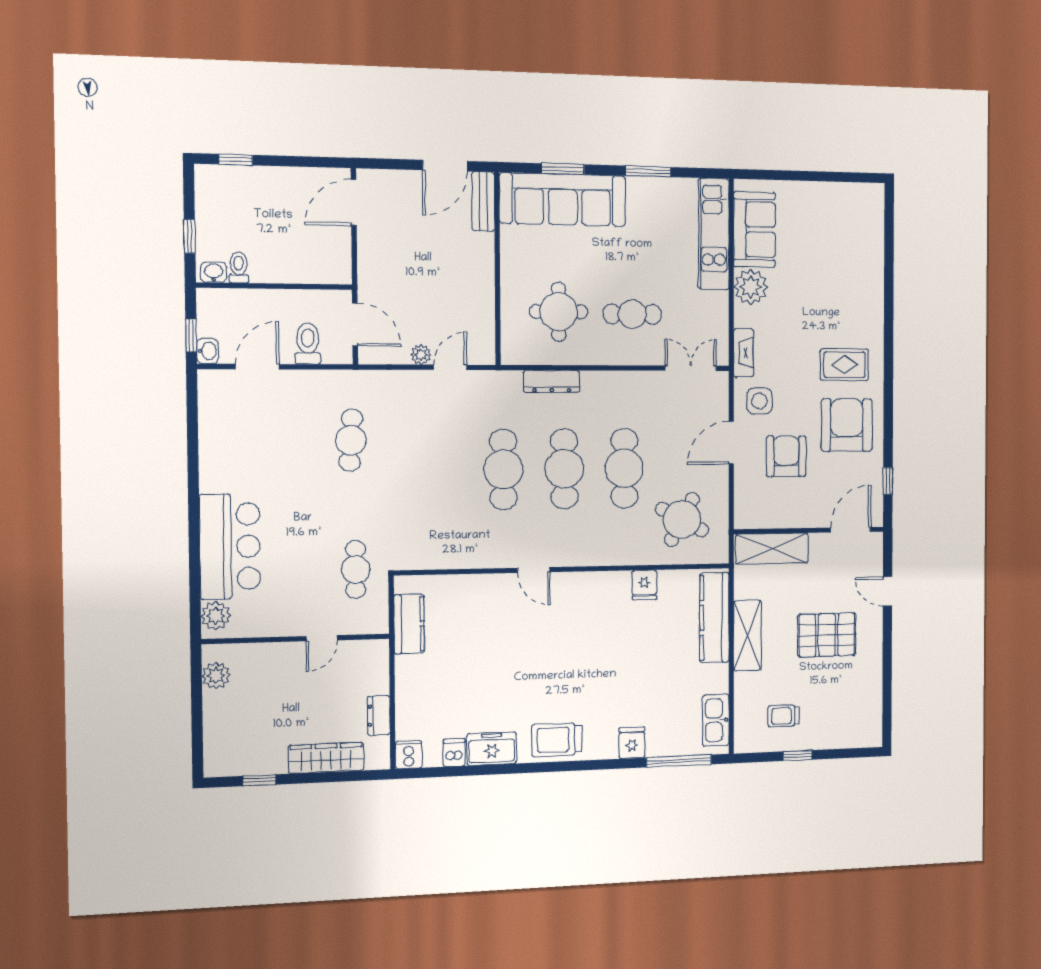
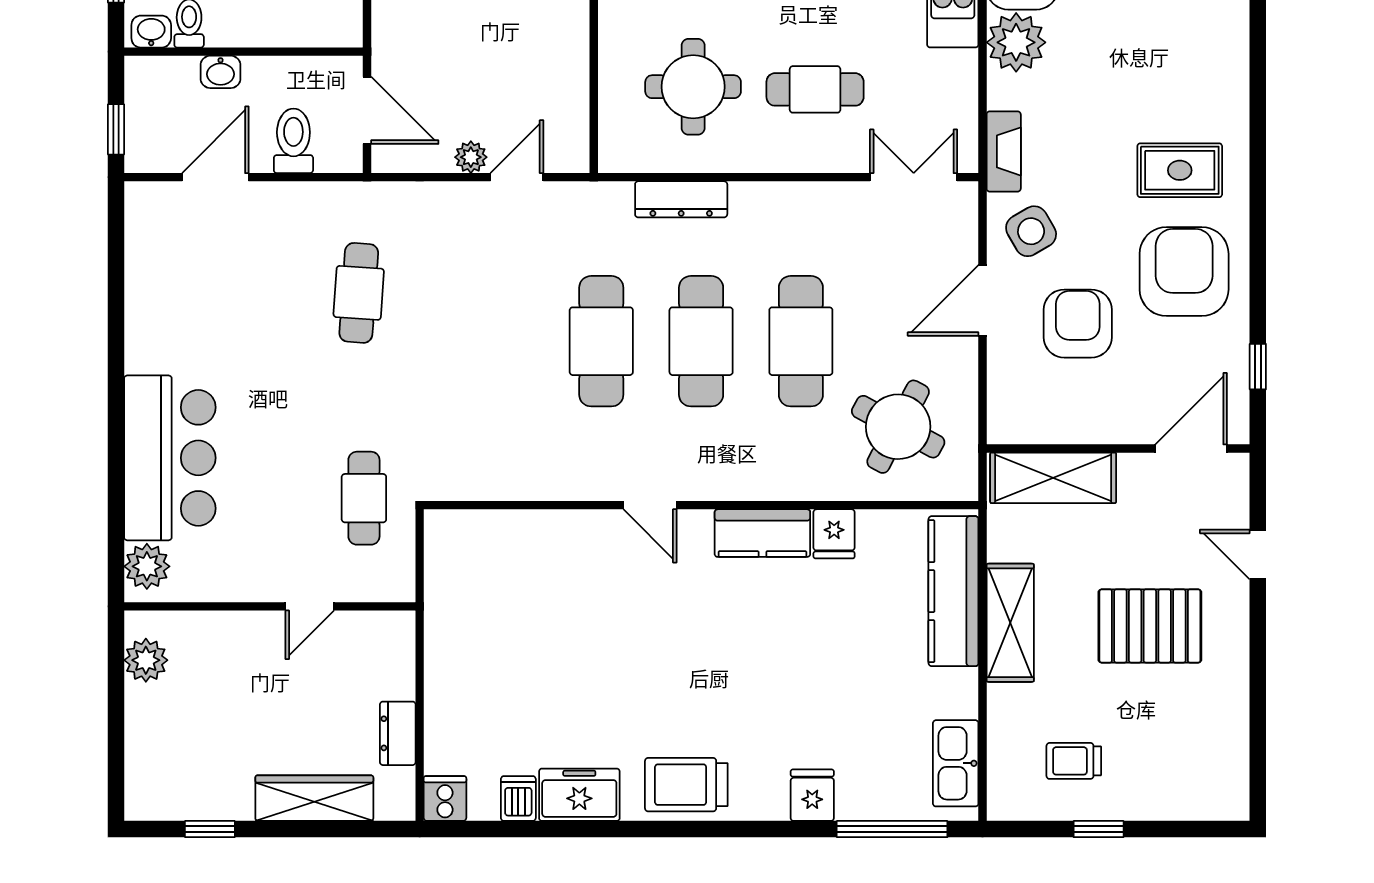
washbasin: (207, 351) -> (221, 72), moved, turned 90
side table: (759, 401) -> (1031, 231), turned -30
kitchen counter: (409, 624) -> (762, 533), moved, turned 90

